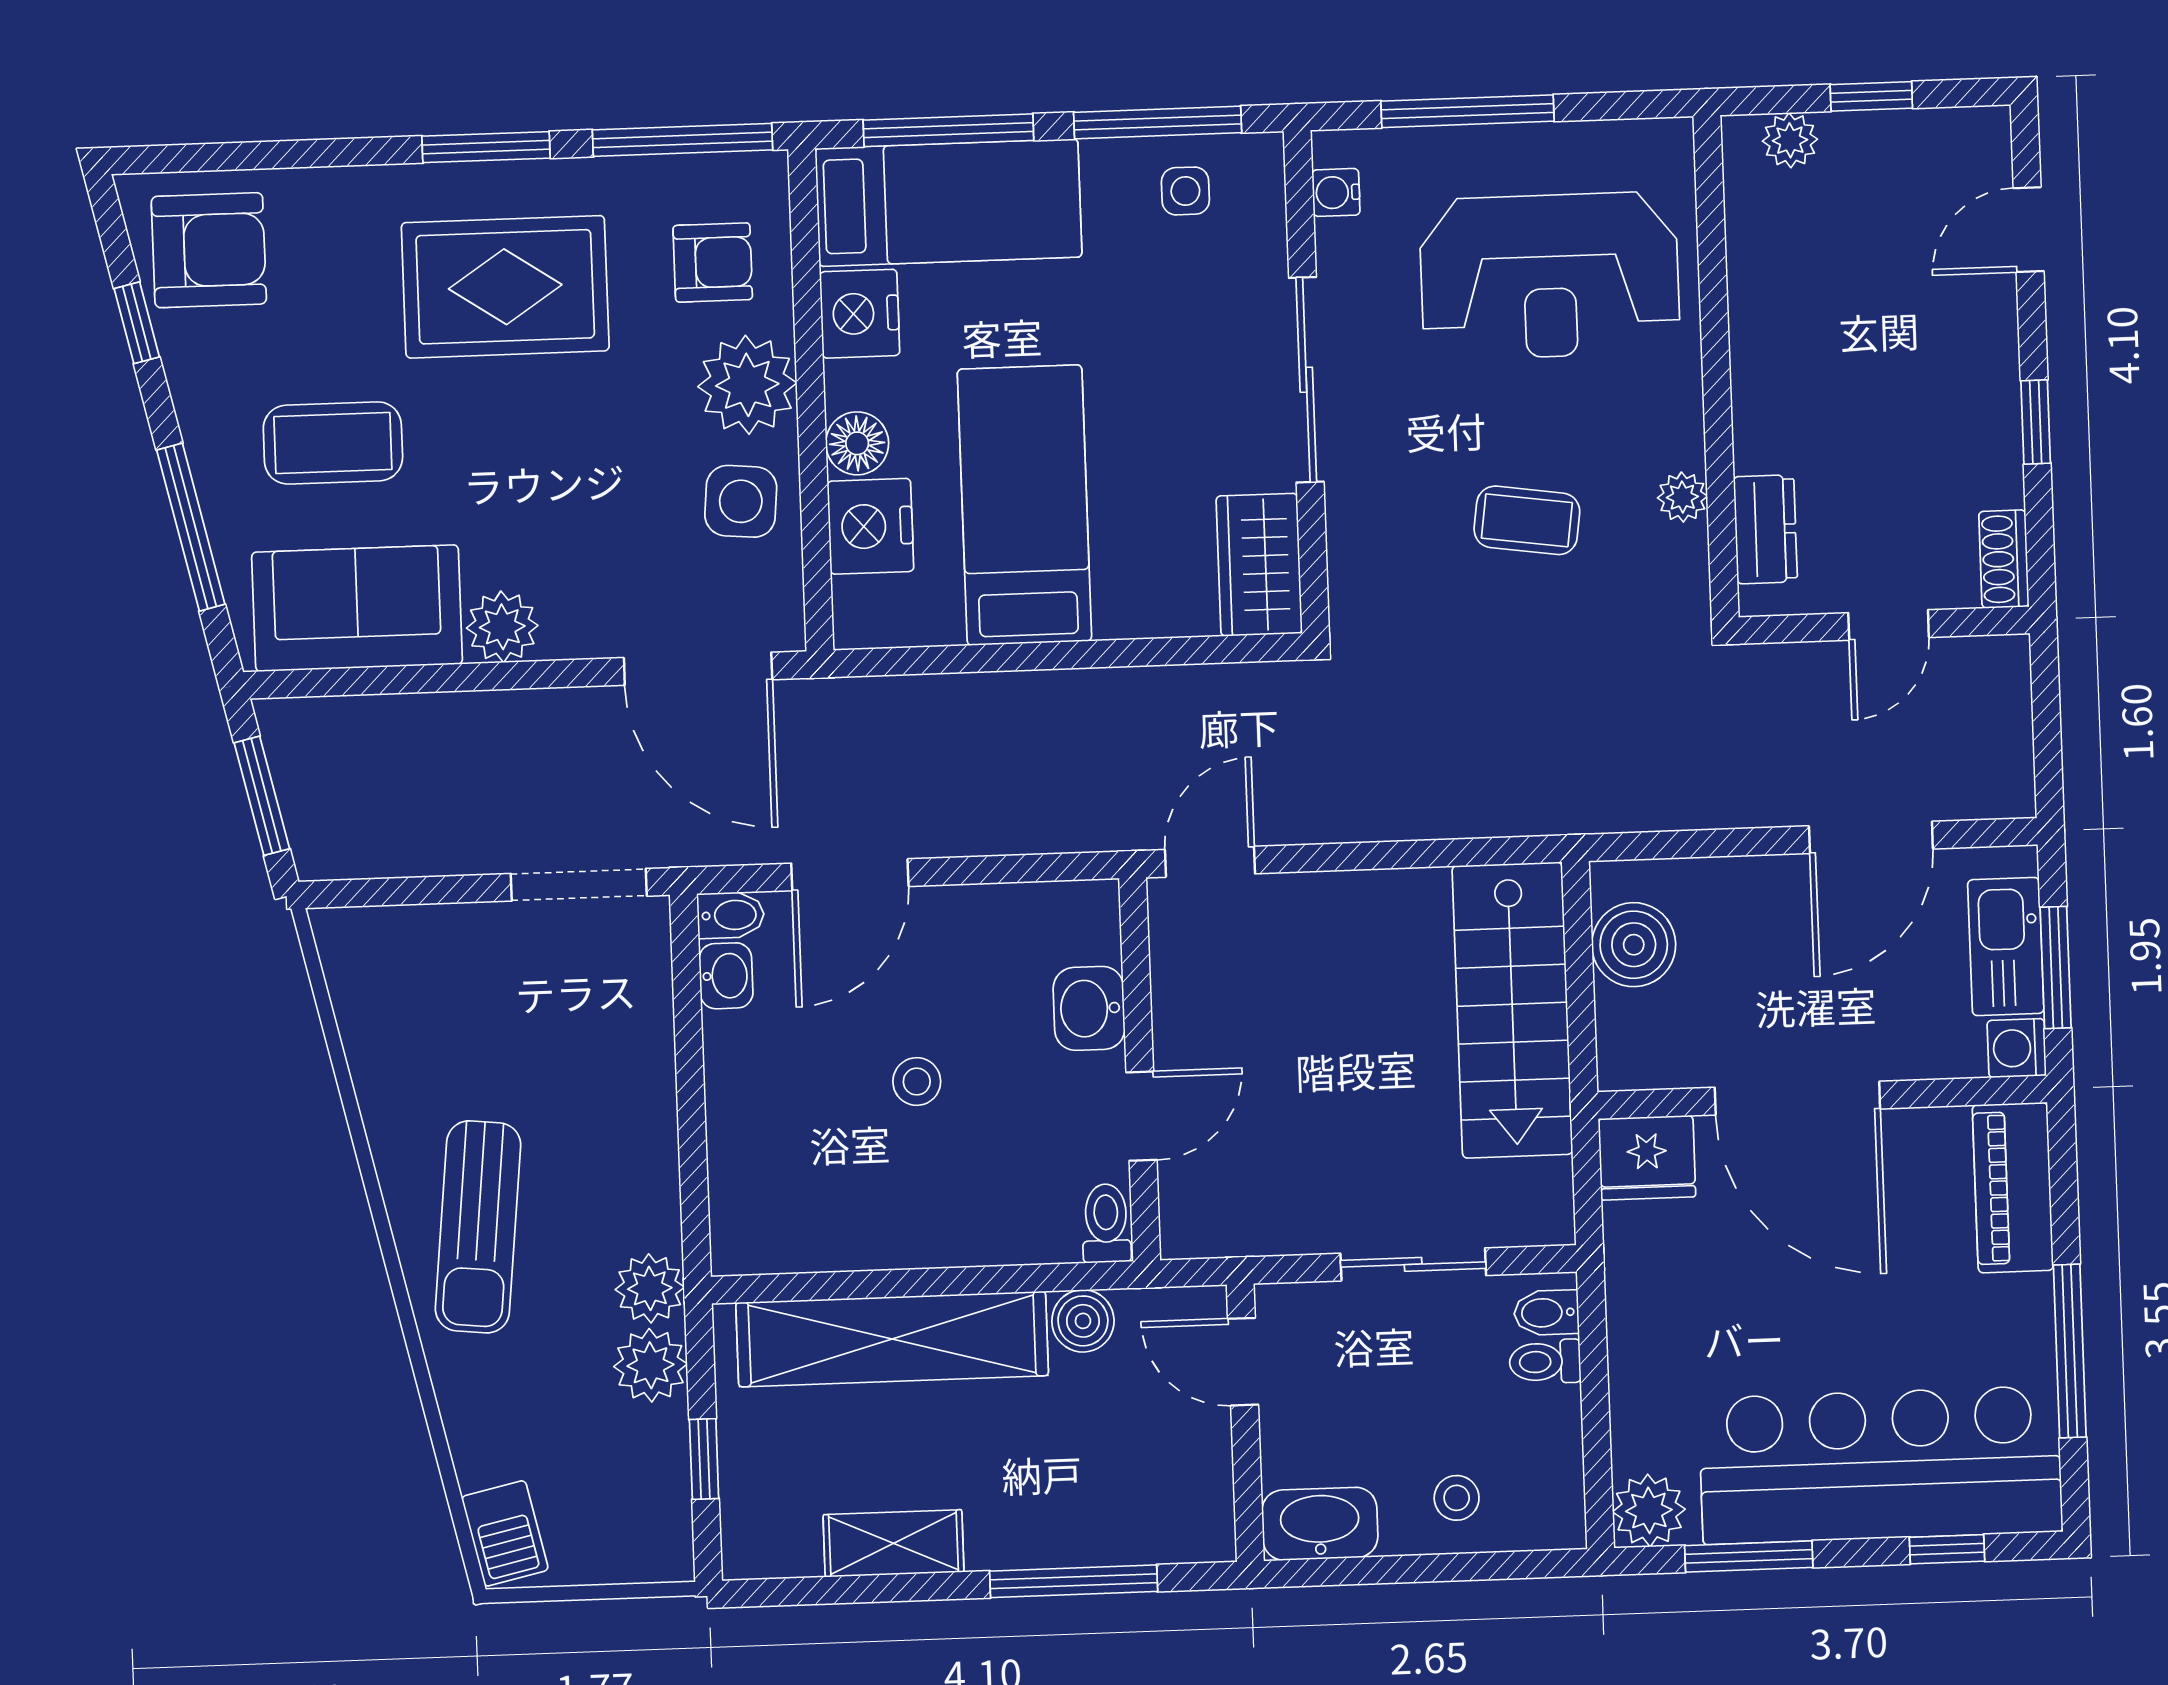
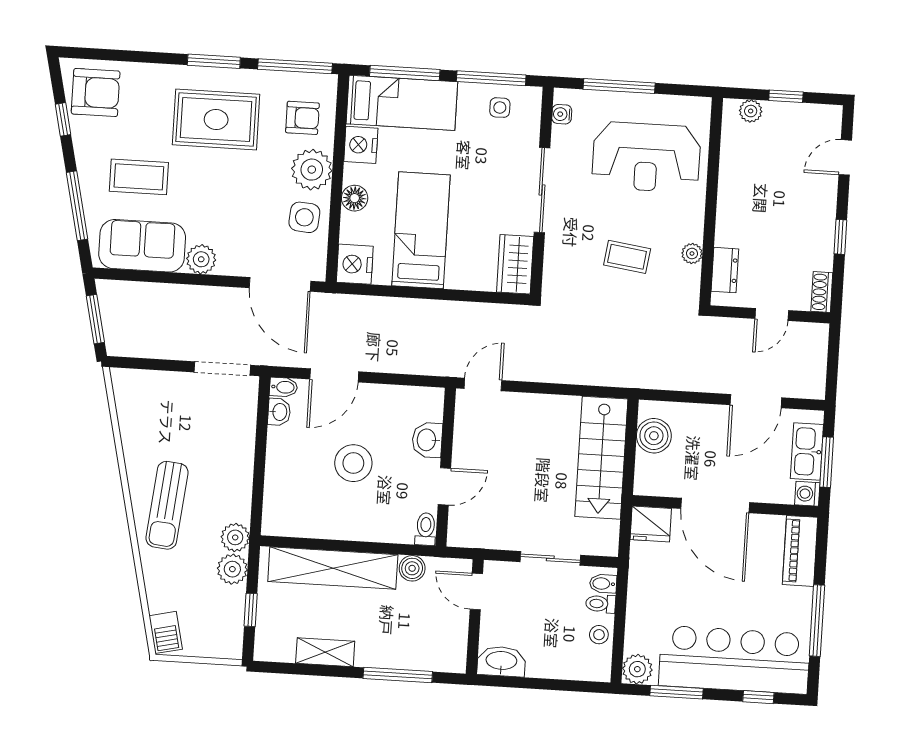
nightstand: (870, 526) -> (355, 264), moved
stool: (917, 1082) -> (353, 463), width x1.89, depth x1.89
stool: (1457, 1498) -> (599, 635), moved

